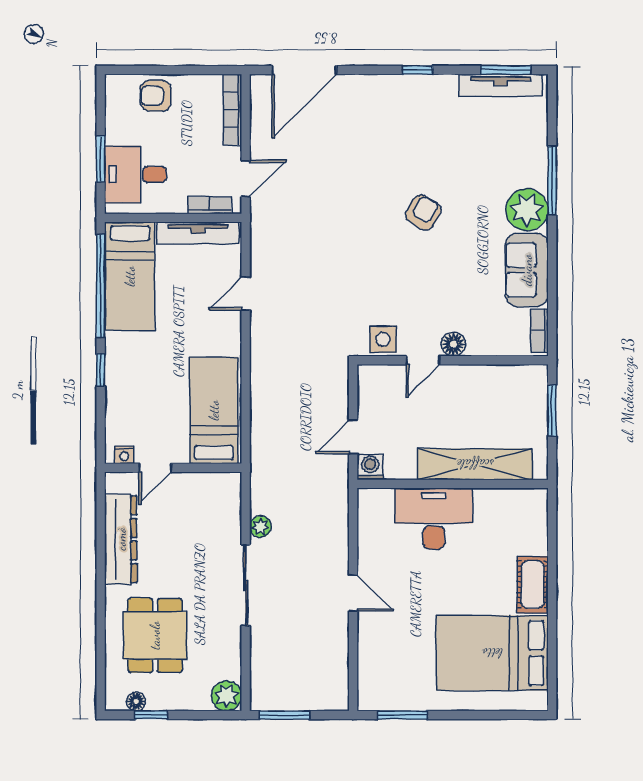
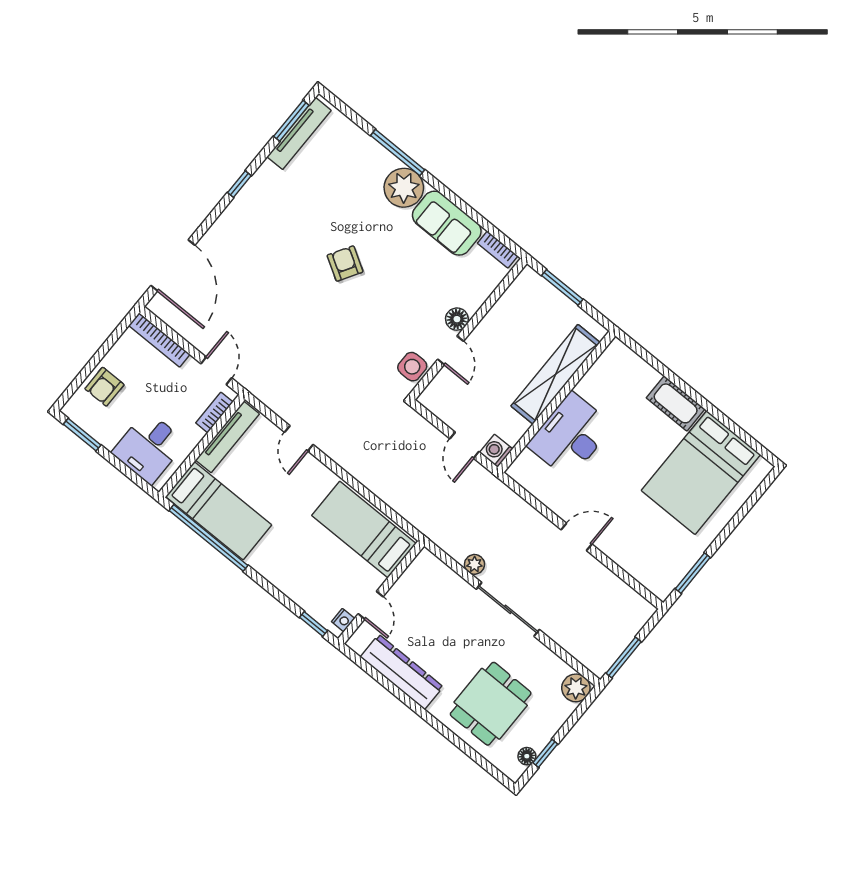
window: (101, 159) -> (82, 435), moved
window: (101, 370) -> (314, 624), moved
dining table: (155, 635) -> (491, 704), turned 90

